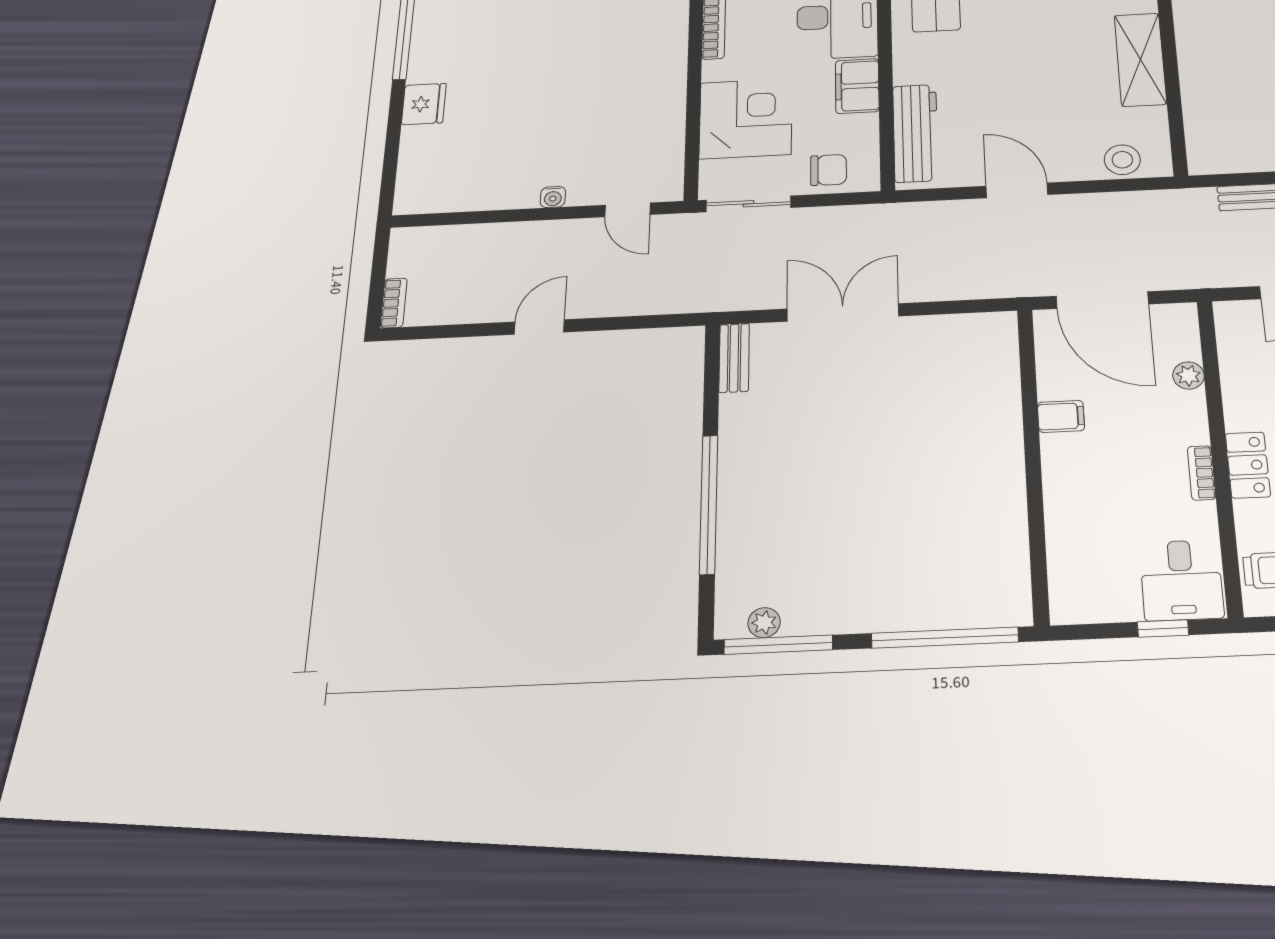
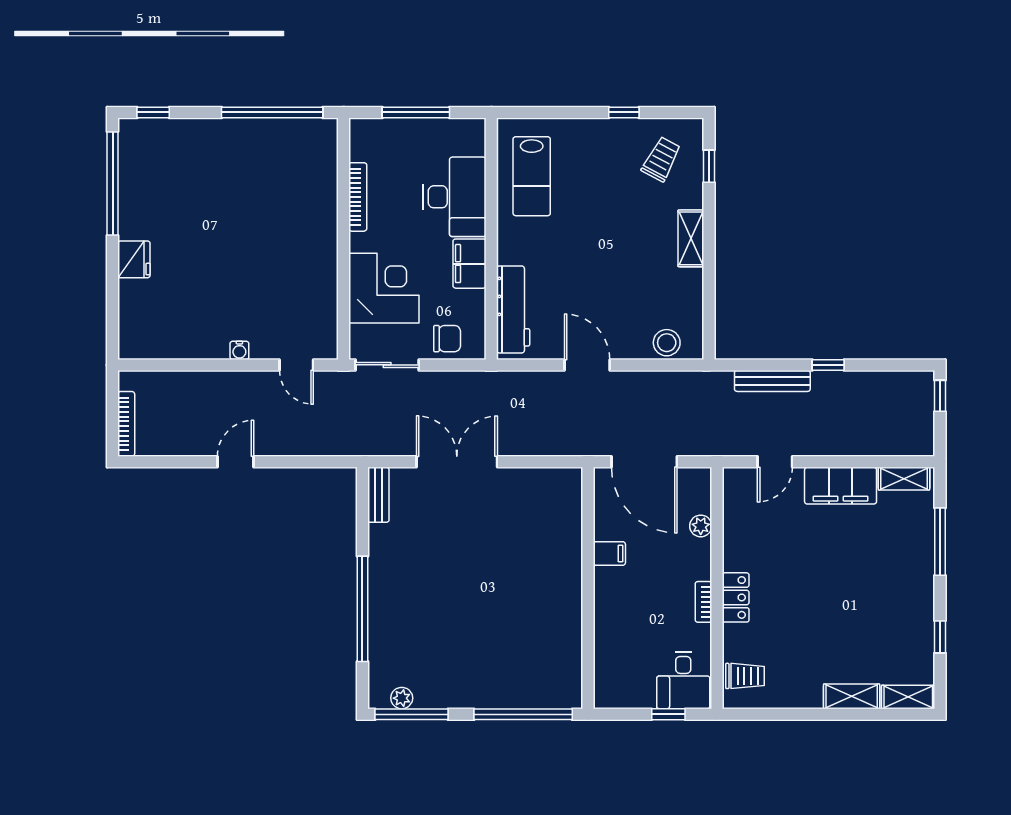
shelving: (1140, 60) -> (691, 238), width x0.67, depth x0.75
bookcase: (394, 303) -> (126, 424), width x1.56

